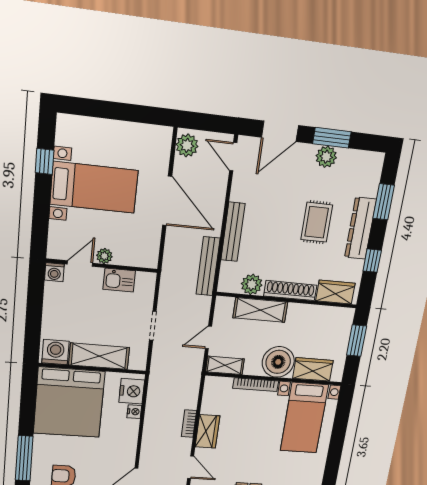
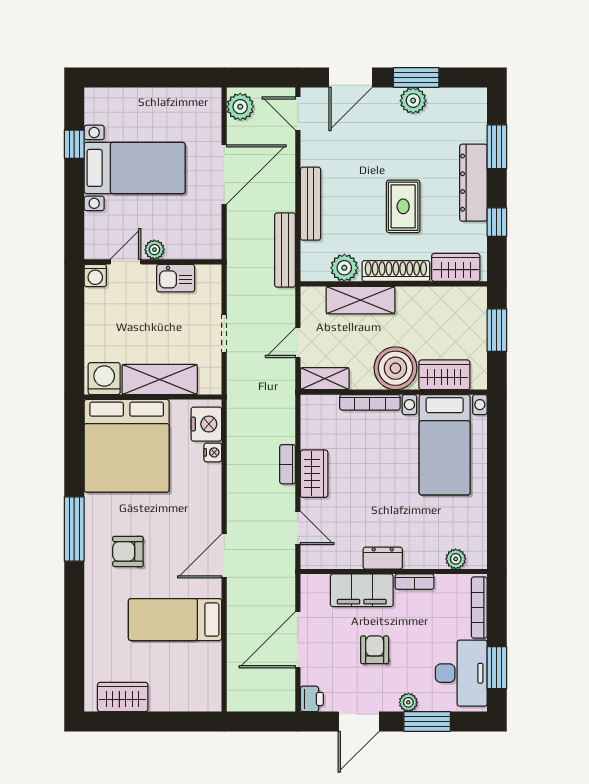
door: (167, 201) -> (224, 174), hinge flipped
rug: (317, 222) -> (403, 206), moved

